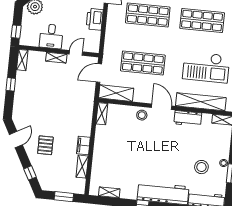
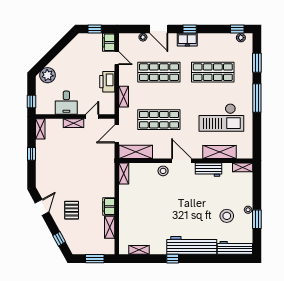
shelving: (110, 36) -> (124, 97), added
shelving: (201, 102) -> (220, 152), width x0.68

